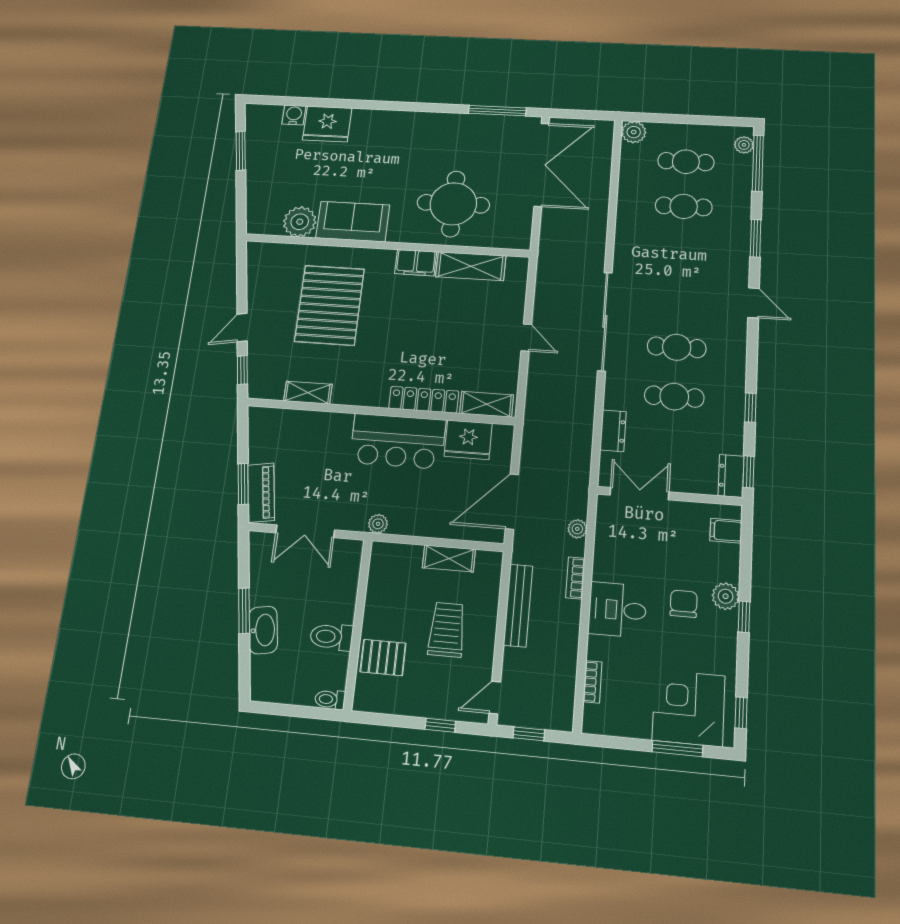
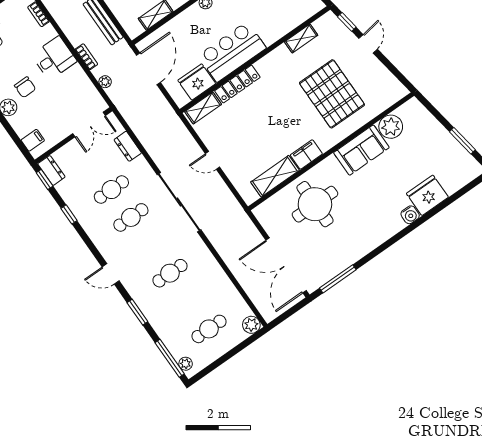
water cooler: (294, 115) -> (410, 215), moved
cafe table: (684, 206) -> (170, 273), moved

